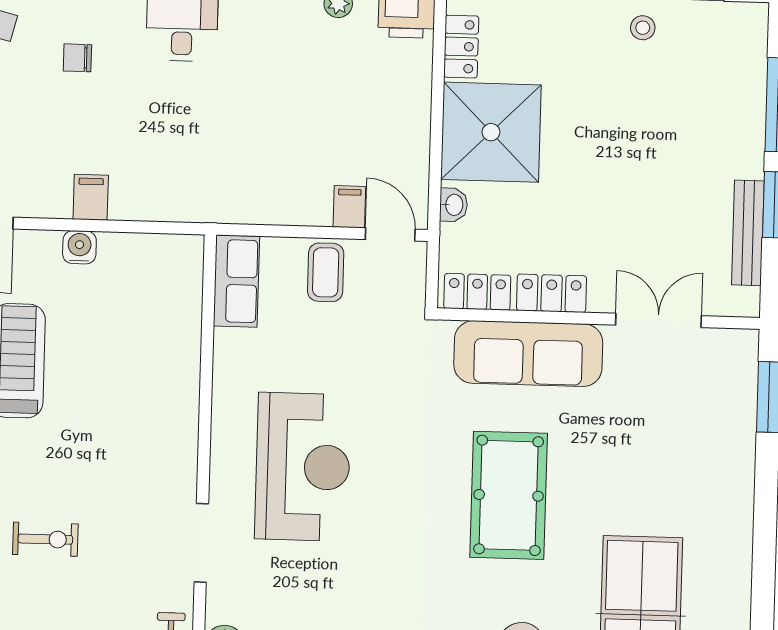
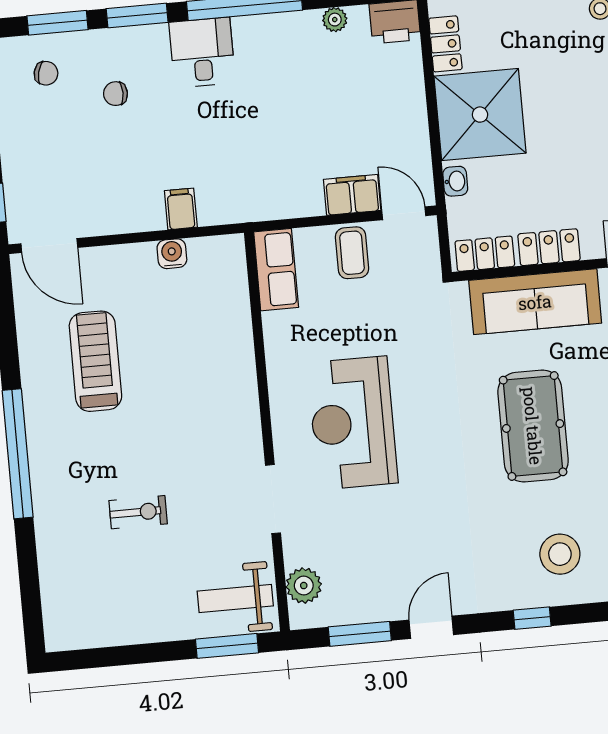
filing cabinet: (91, 197) -> (181, 209), moved
filing cabinet: (349, 207) -> (352, 195), width x2.00
water cooler: (79, 247) -> (172, 254), moved
reception desk: (303, 467) -> (353, 423), turned 180

